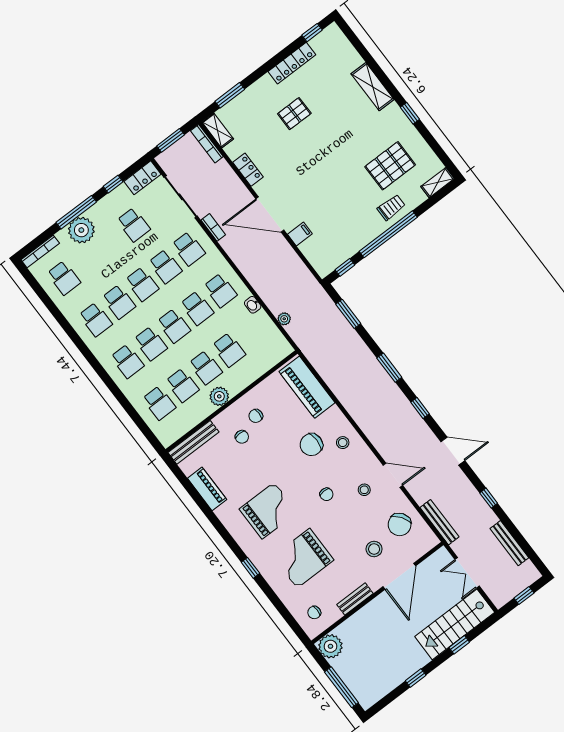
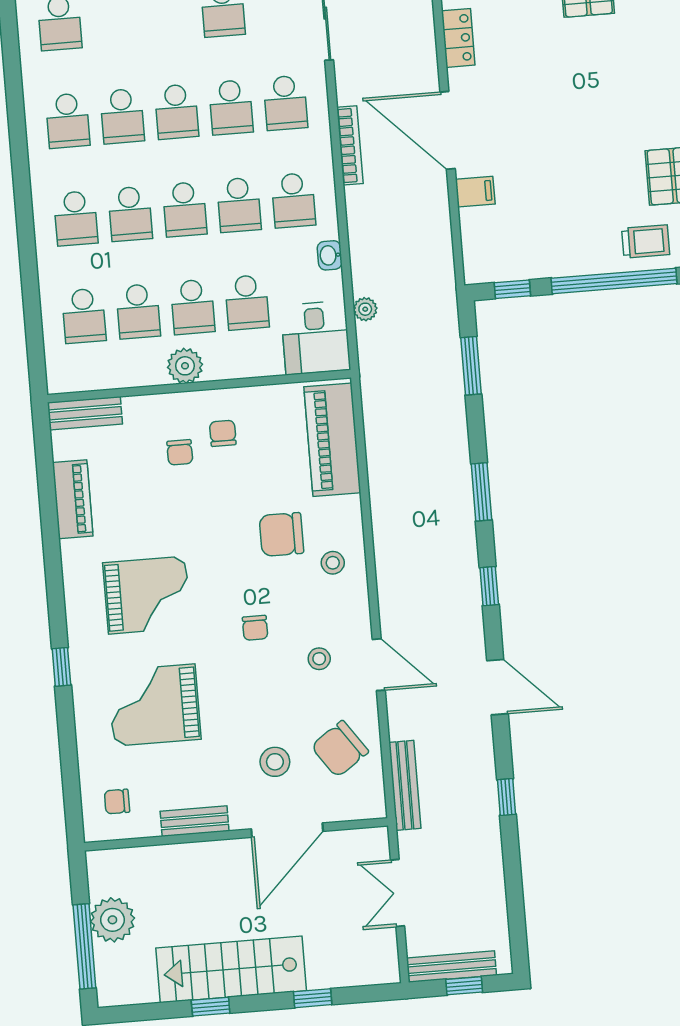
bookcase: (213, 227) -> (350, 145), moved, width x1.56
desk: (270, 346) -> (316, 338), added
chair: (256, 416) -> (223, 433), turned 90
bench: (193, 442) -> (85, 413), width x0.73
bench: (509, 543) -> (451, 967), moved, turned 90
stairs: (455, 624) -> (231, 969), moved
plant: (330, 646) -> (112, 920), moved

